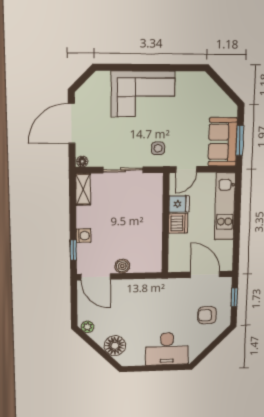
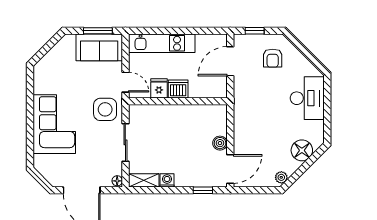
side table: (158, 148) -> (105, 109), width x1.87, depth x1.87
washing machine: (84, 236) -> (167, 180), moved

